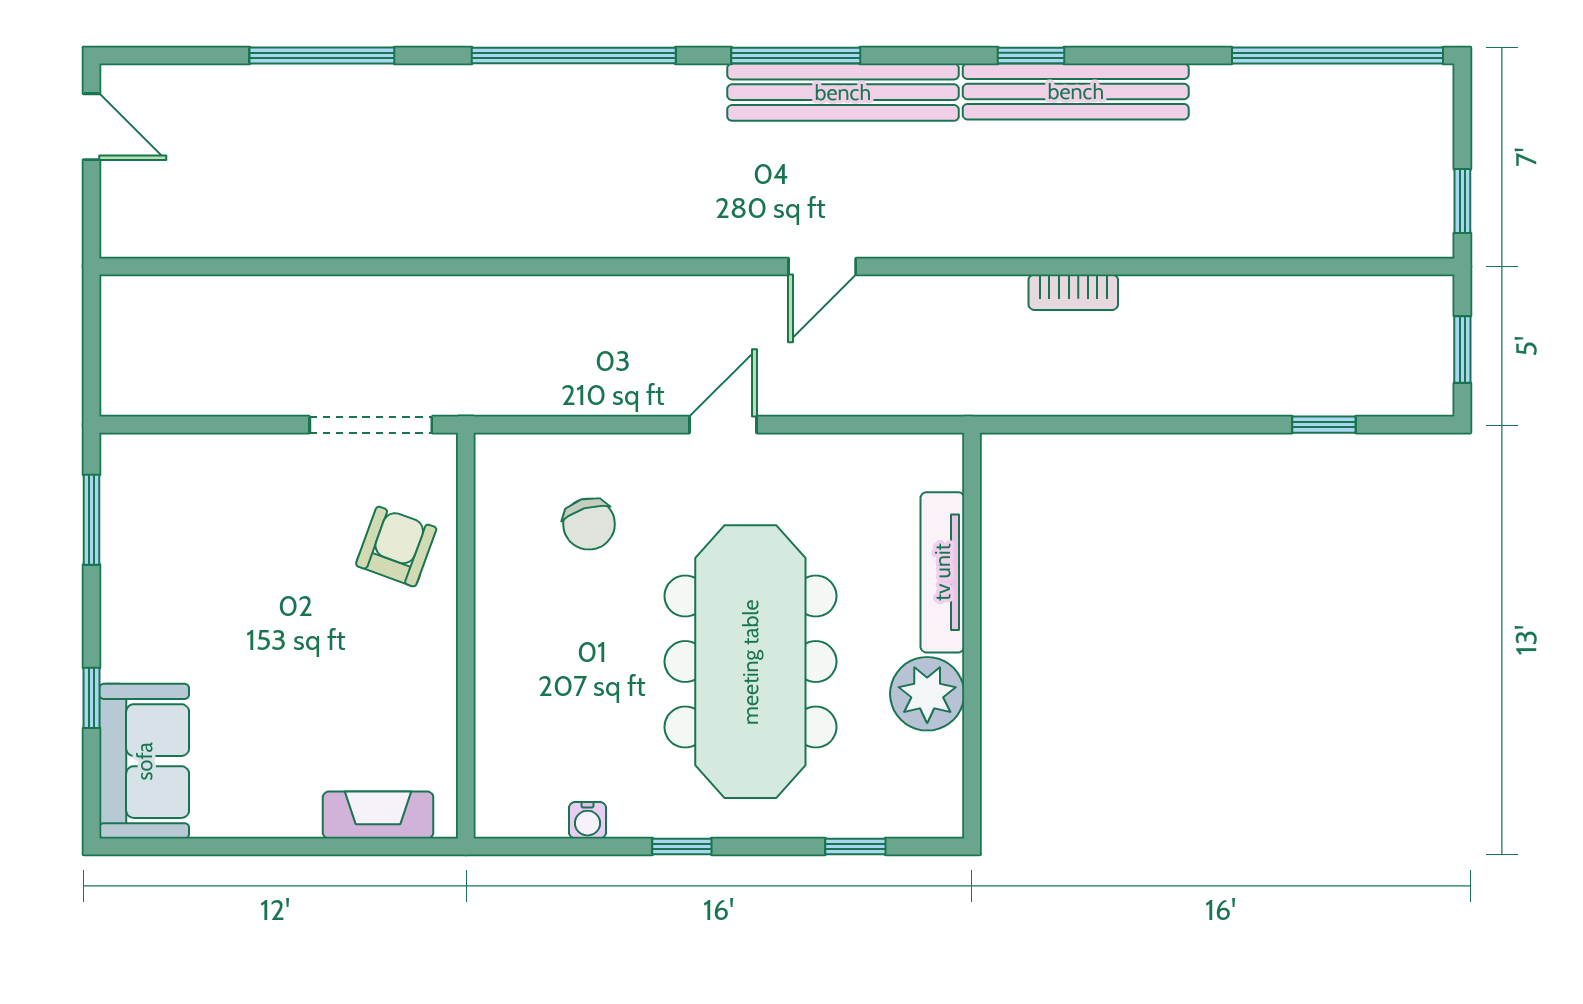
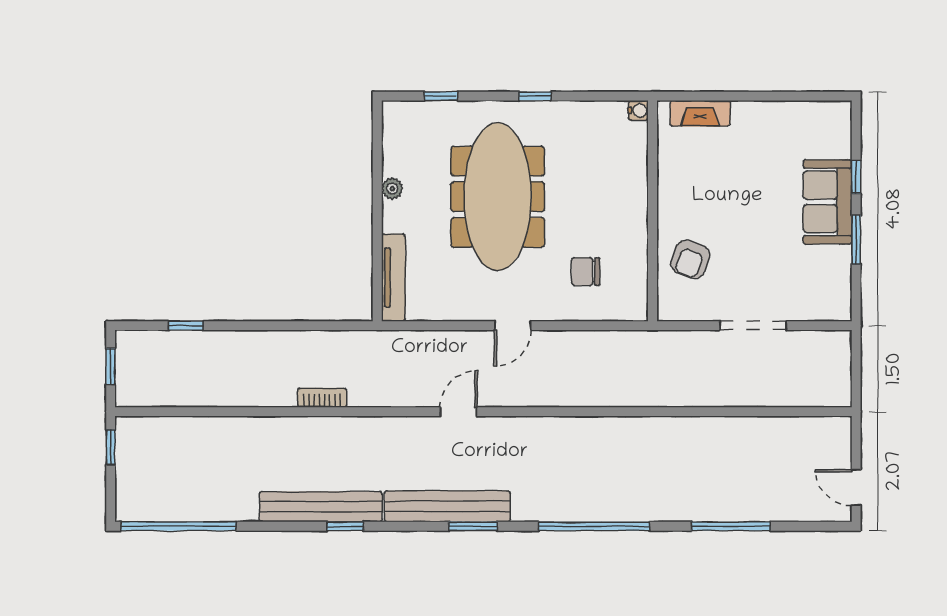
window: (796, 56) -> (473, 526), width x0.69
doorway: (371, 425) -> (753, 326), moved
window: (91, 520) -> (856, 240), moved
chair: (589, 524) -> (586, 272), turned -73
tv unit: (942, 572) -> (393, 278), moved
plant: (927, 694) -> (392, 189), width x0.53, depth x0.53
sofa: (144, 761) -> (827, 202), moved
water cooler: (587, 820) -> (638, 110), moved, turned 90

